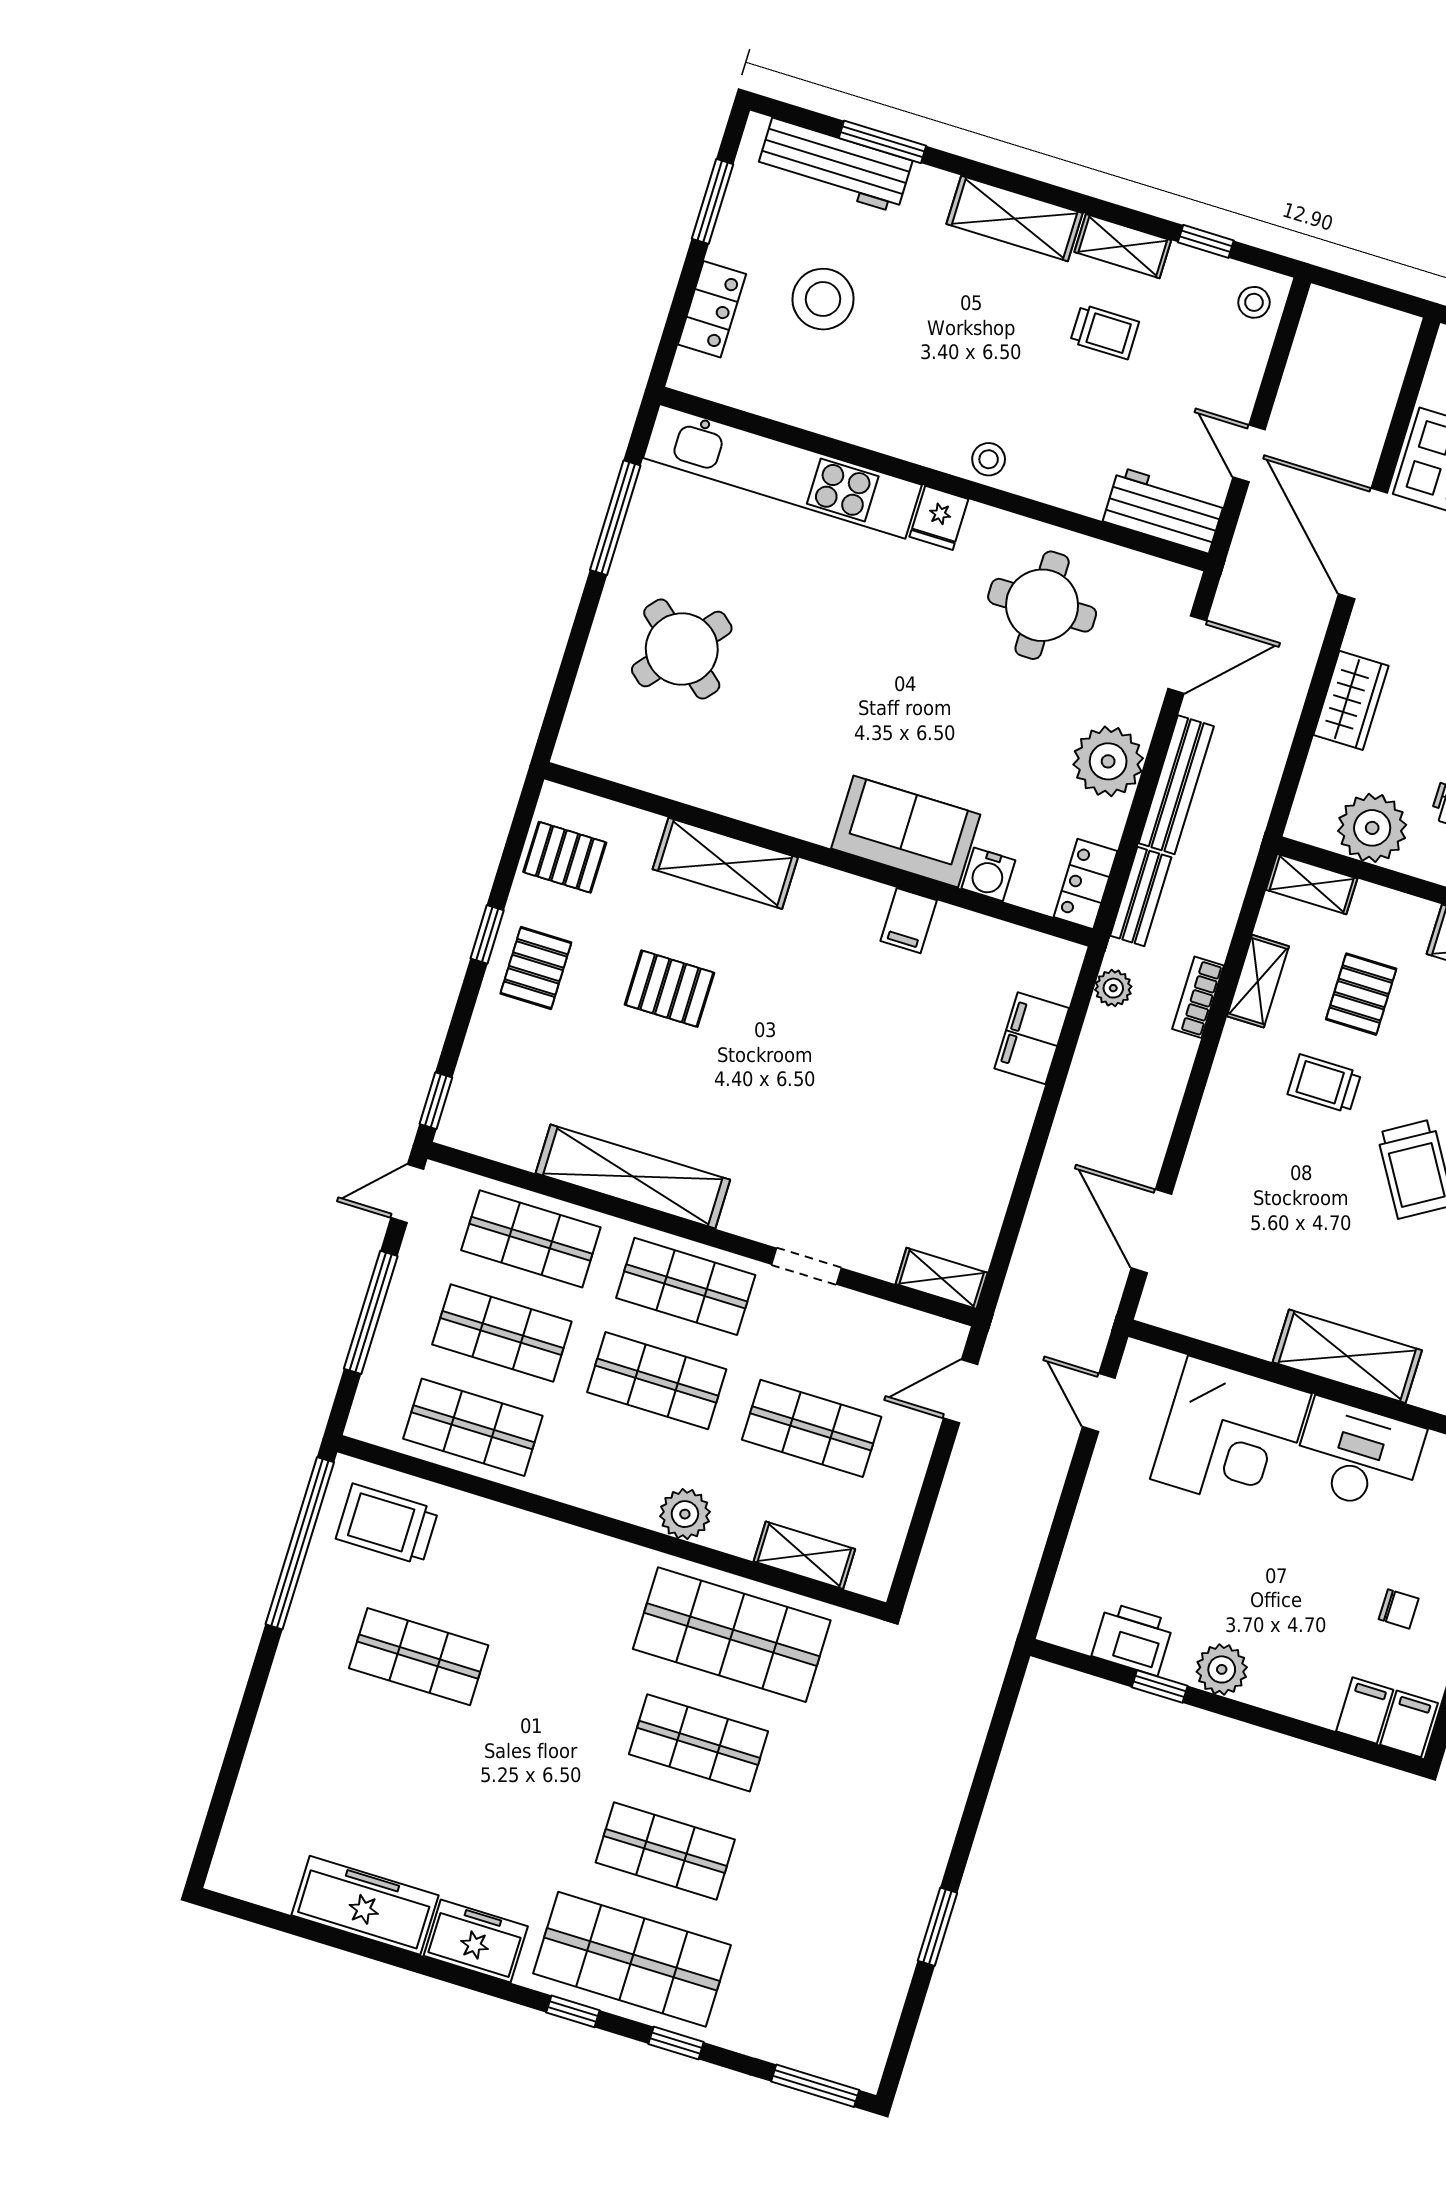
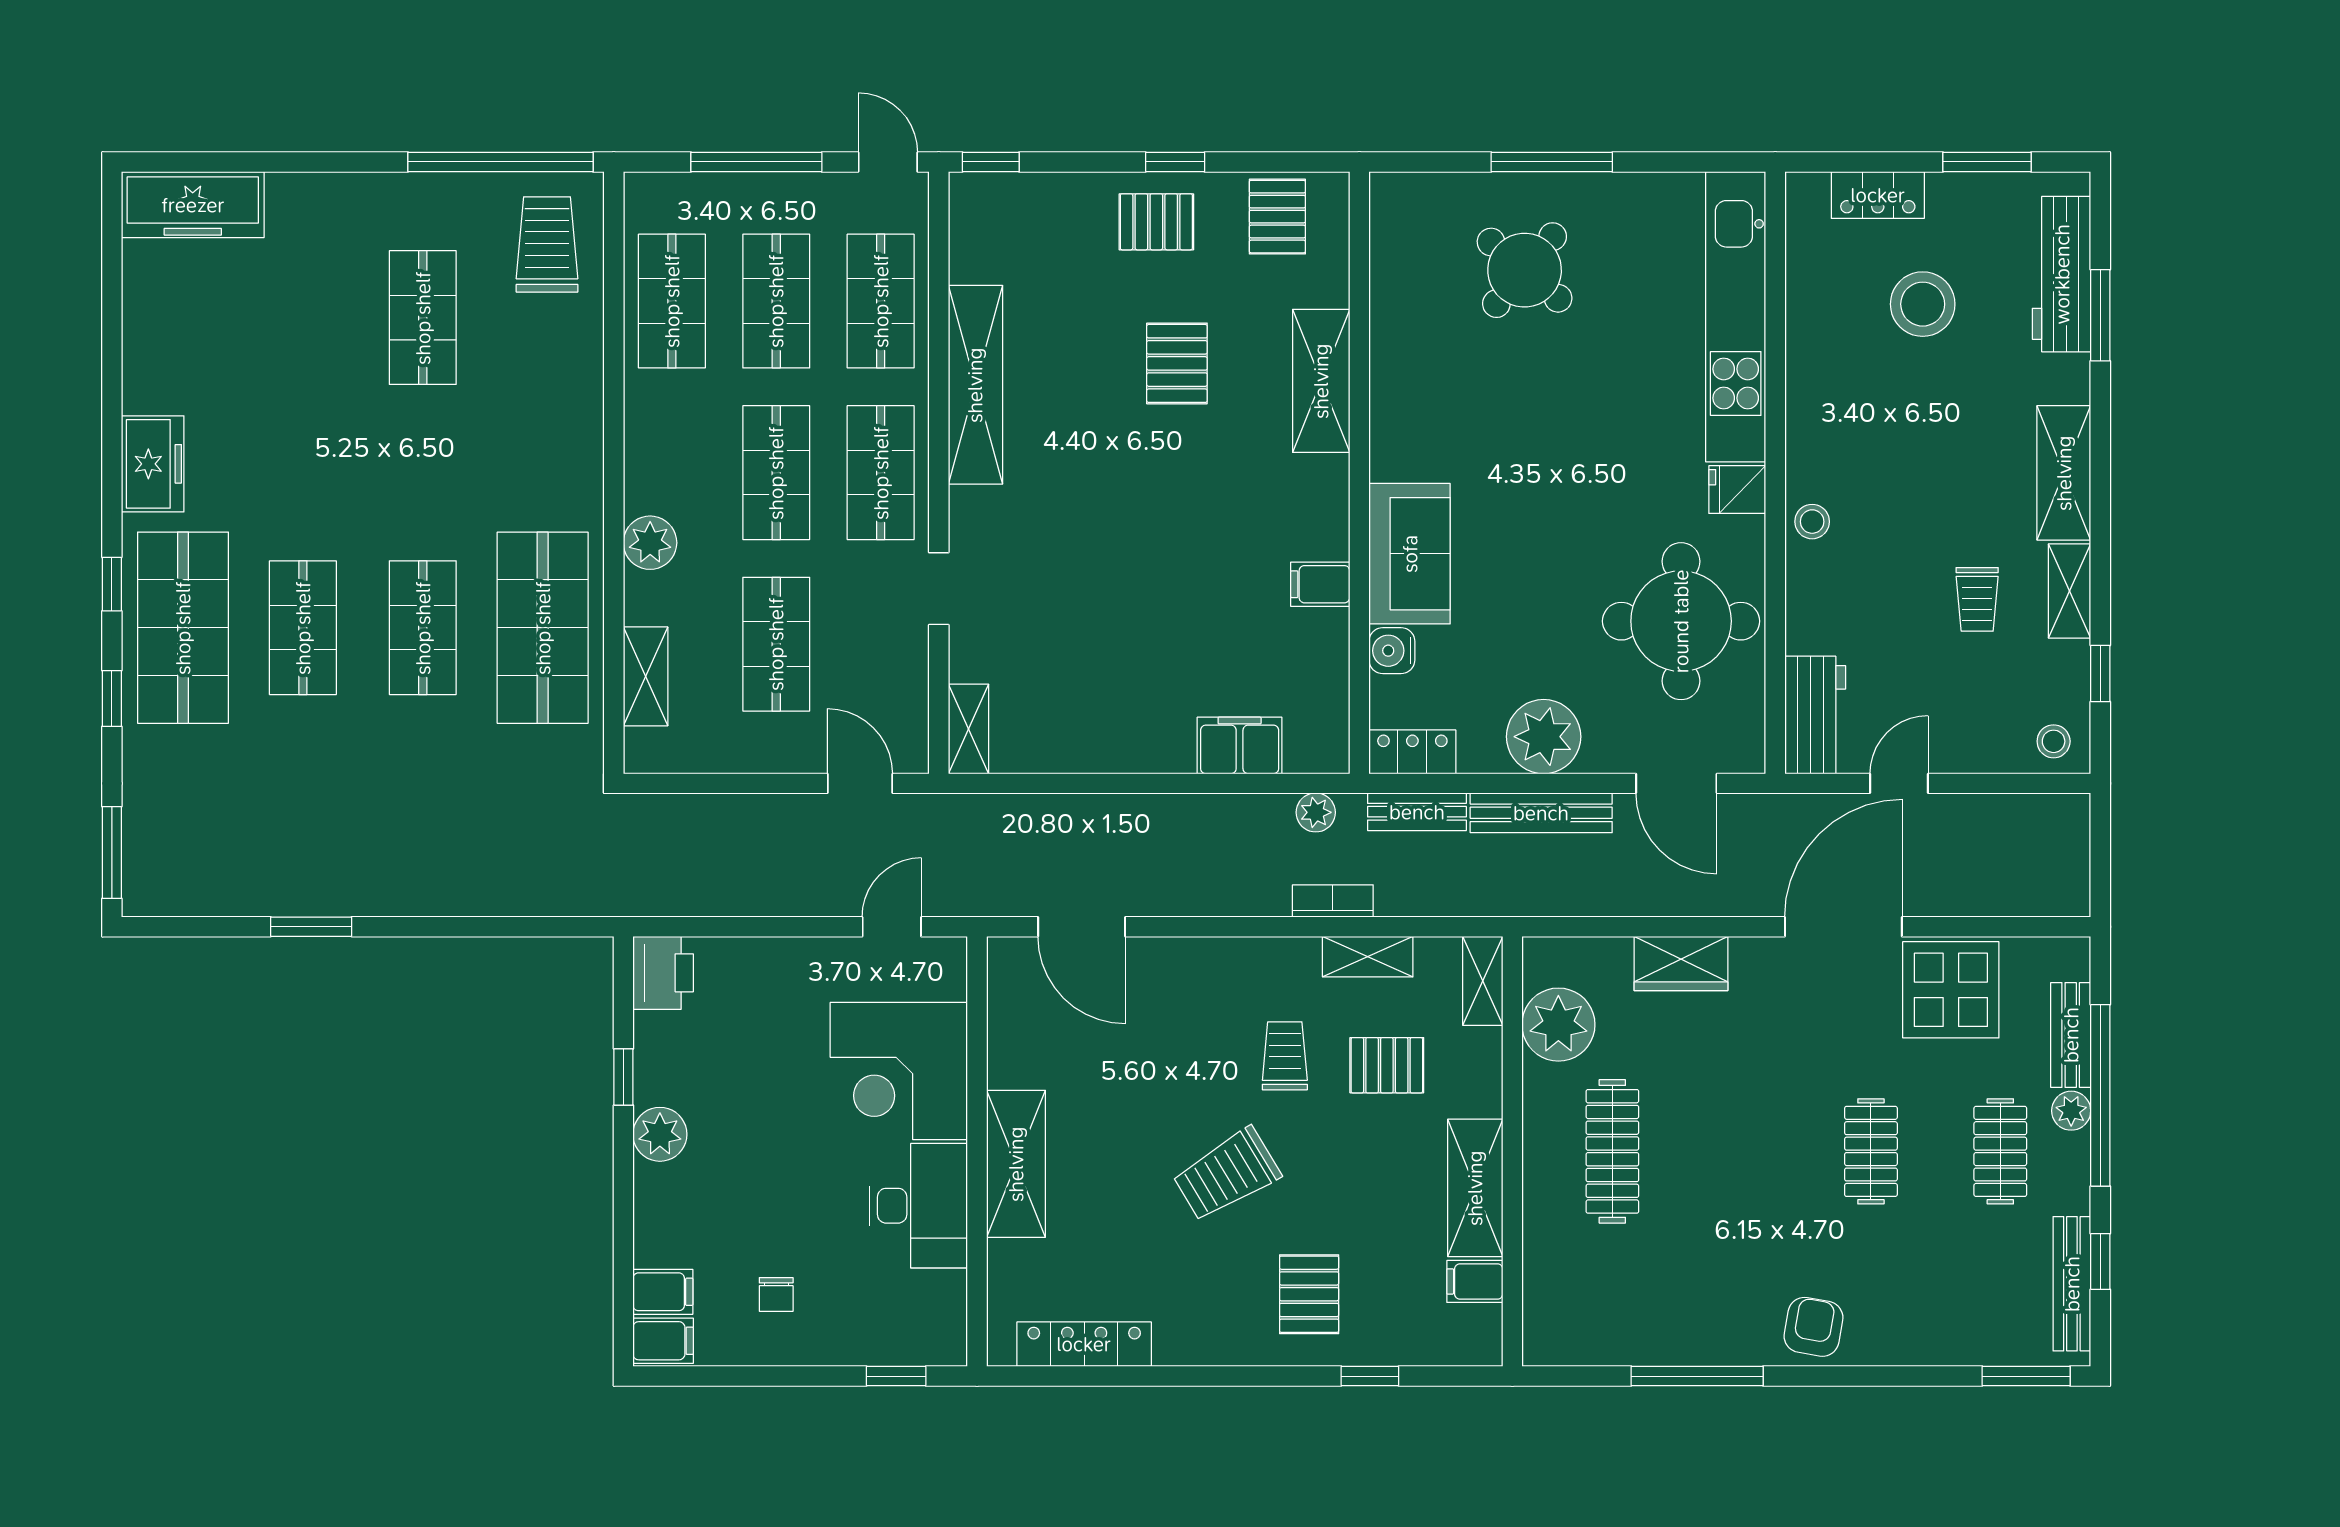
window: (615, 518) -> (1552, 162), moved
round table: (1042, 605) -> (1681, 621), width x1.36, depth x1.36
door: (1151, 1231) -> (1082, 927), swing flipped
printer: (1133, 1639) -> (663, 973), moved
freezer: (365, 1905) -> (193, 205), moved, turned 90

